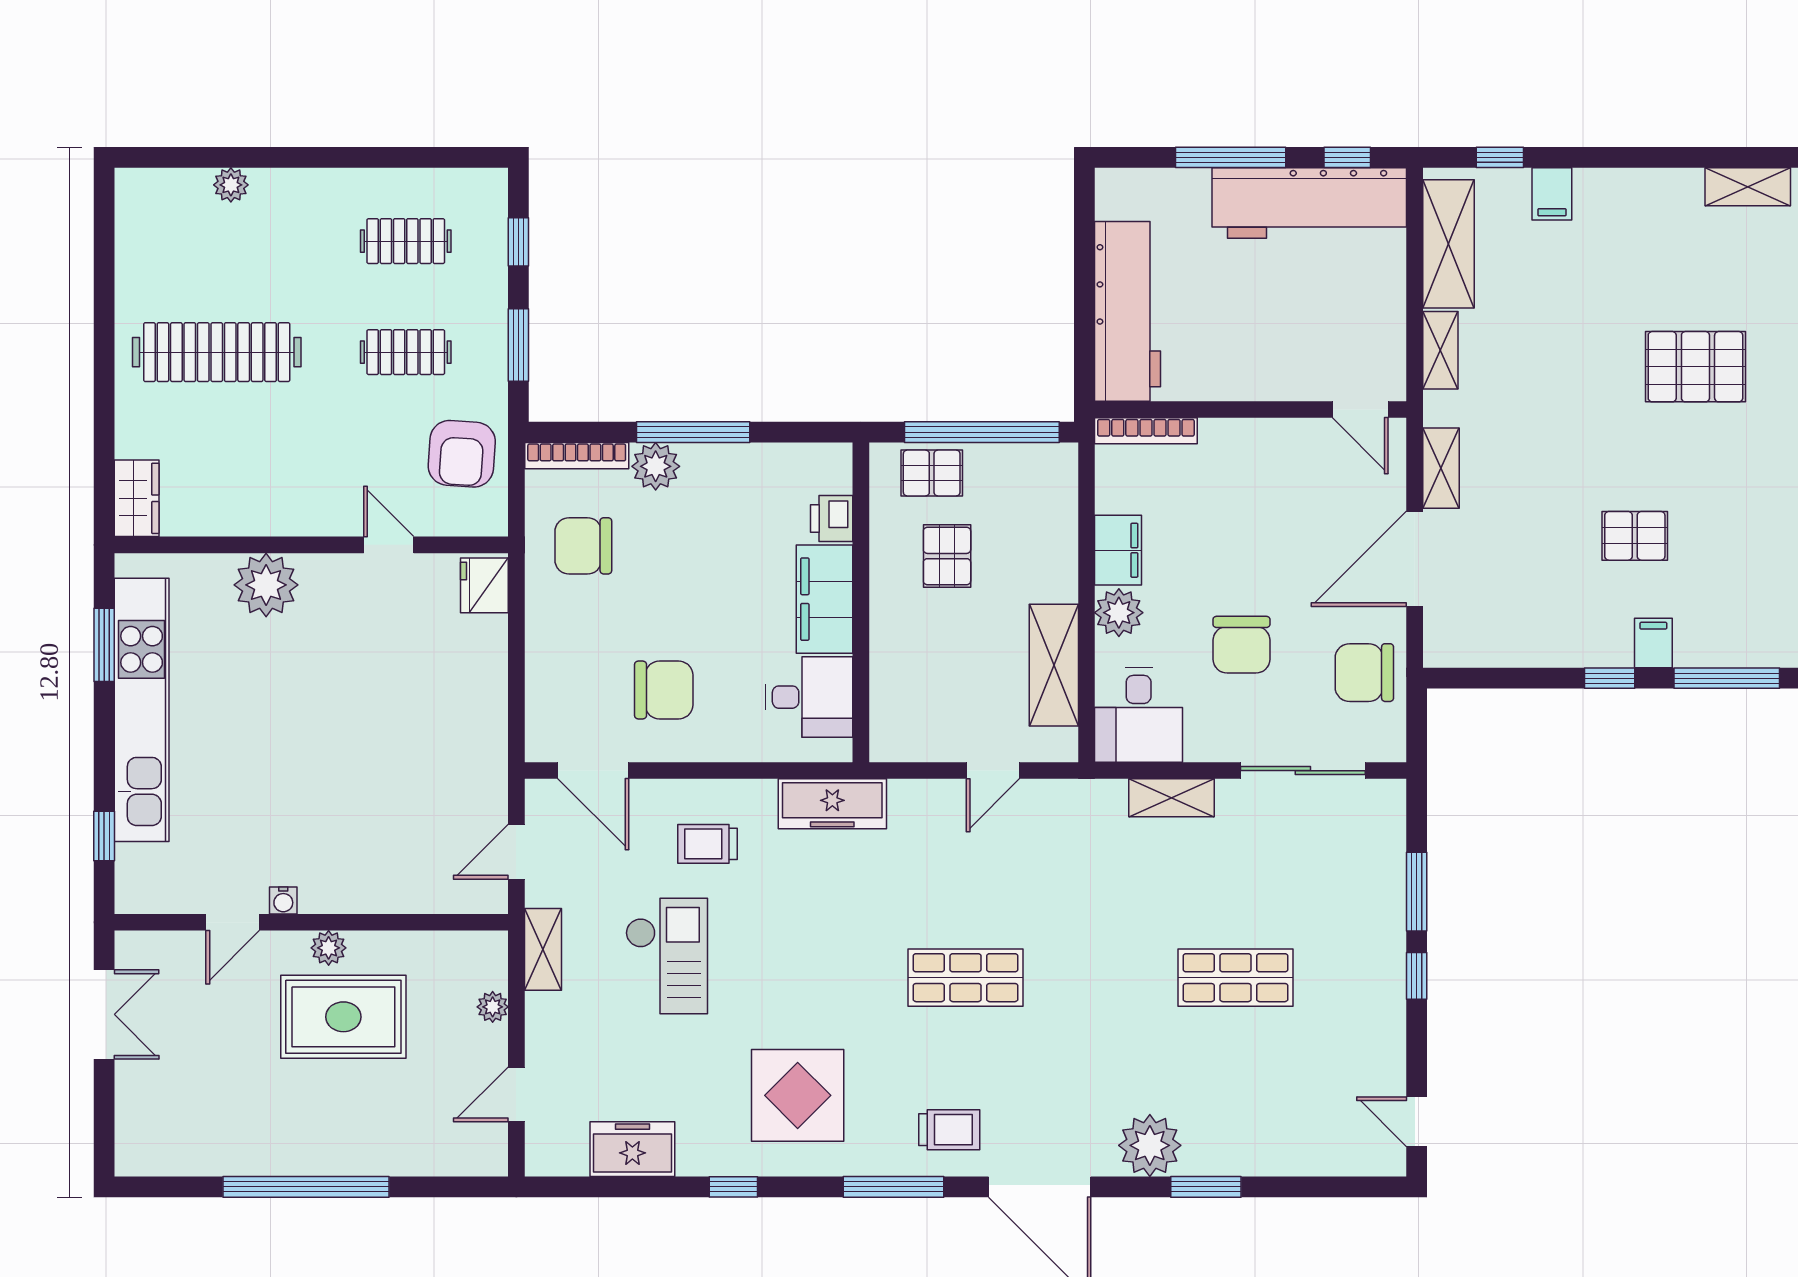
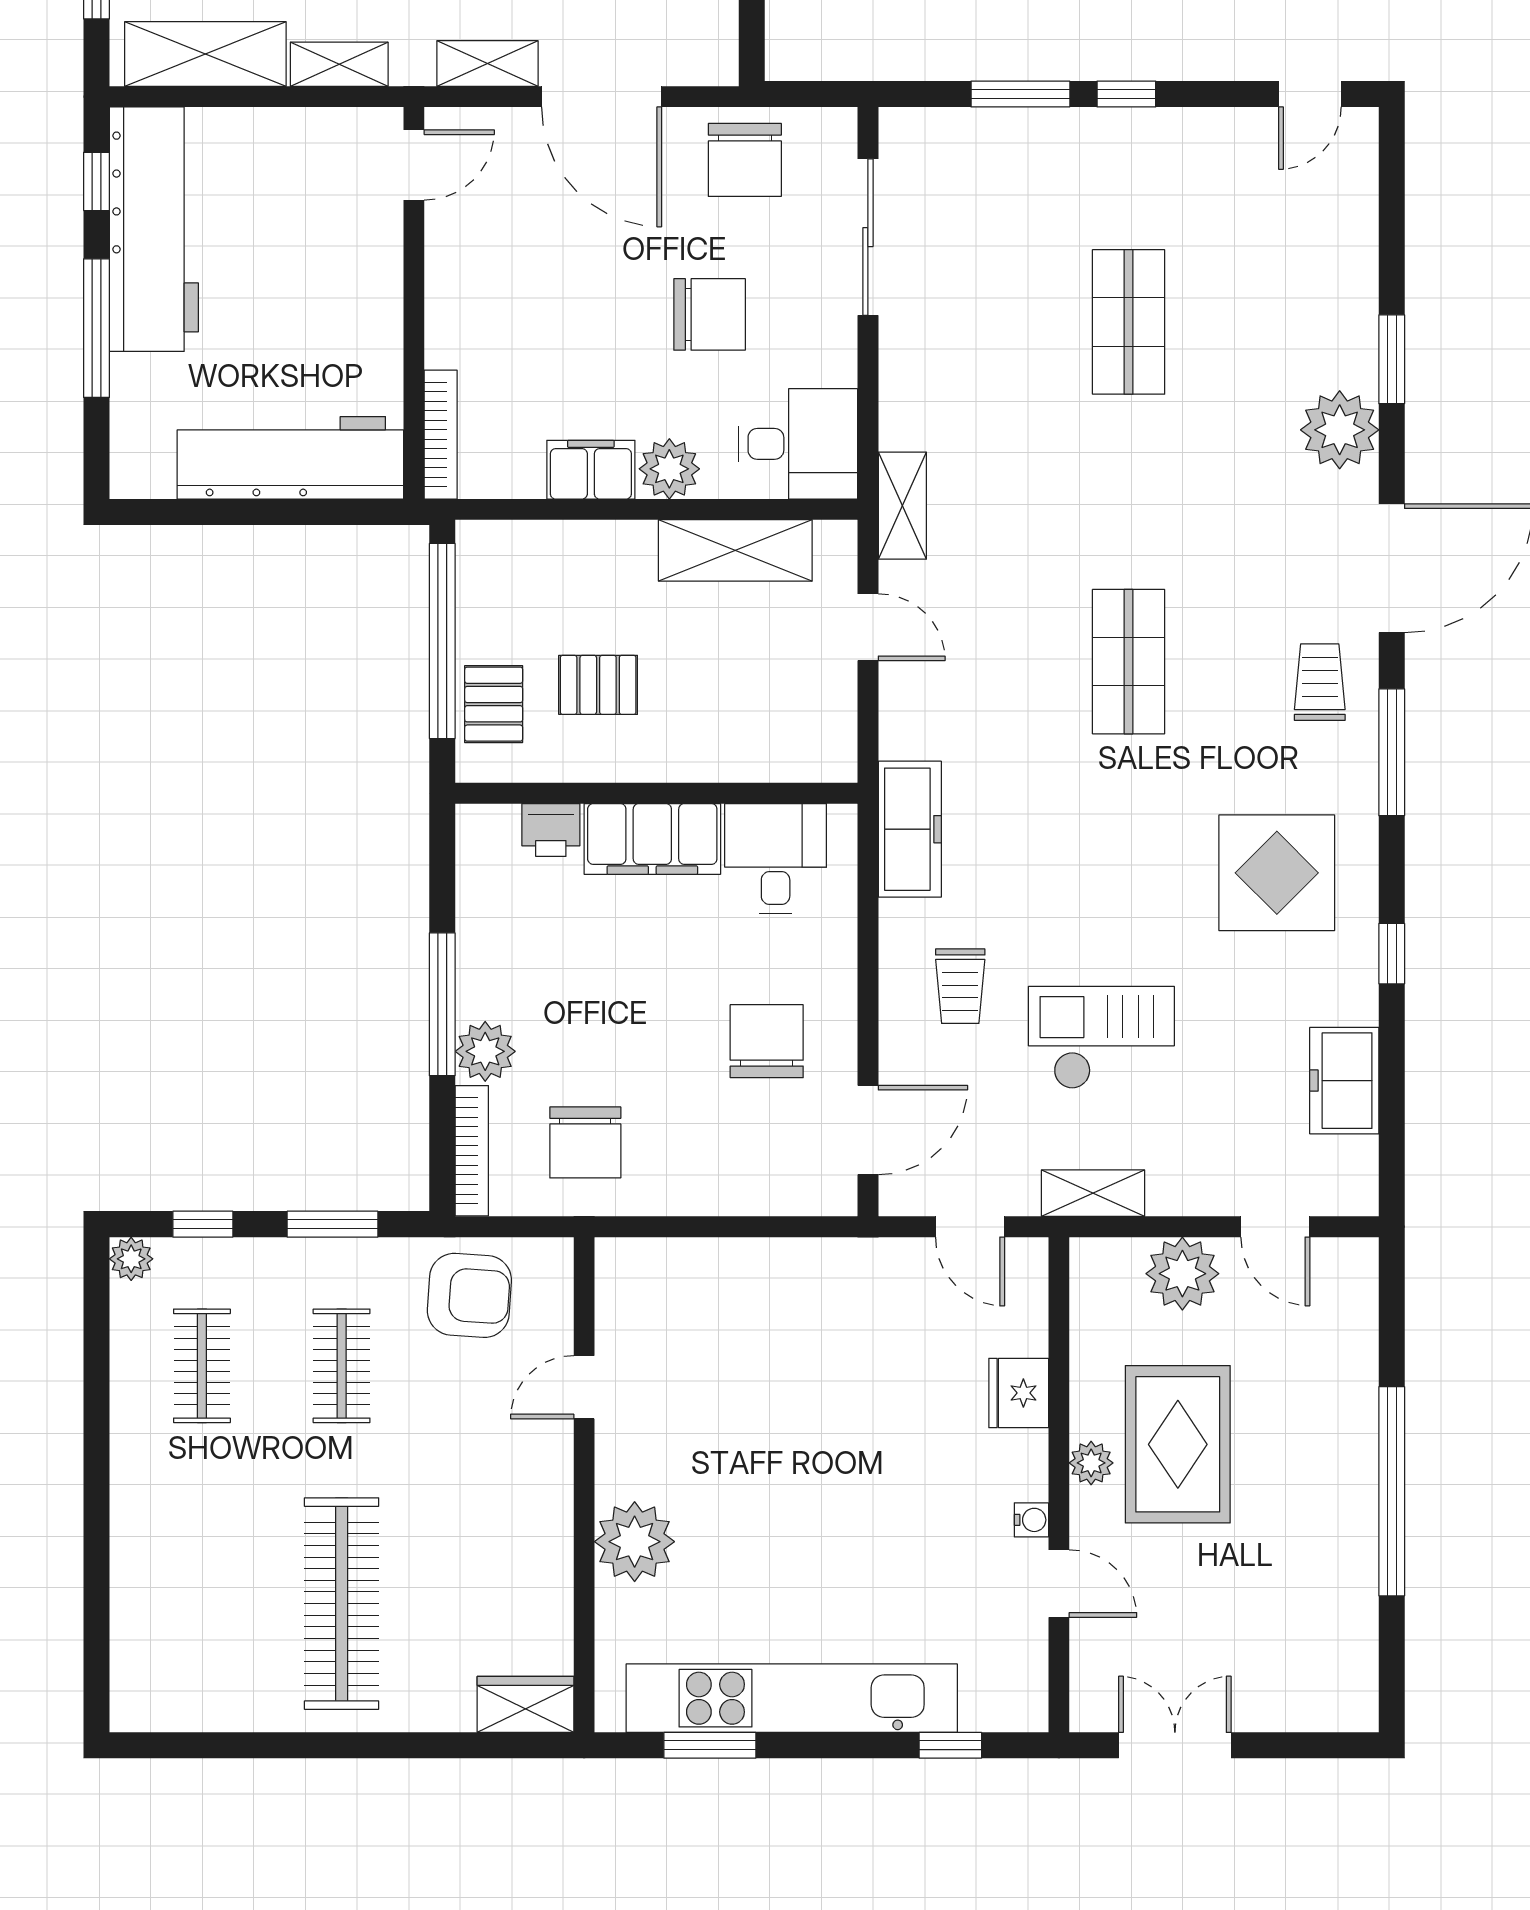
plant: (231, 185) -> (131, 1259), moved
fridge: (484, 585) -> (1019, 1393), moved, turned 90
shelving: (1171, 798) -> (902, 506), moved
plant: (493, 1007) -> (1182, 1274), width x1.87, depth x1.87

